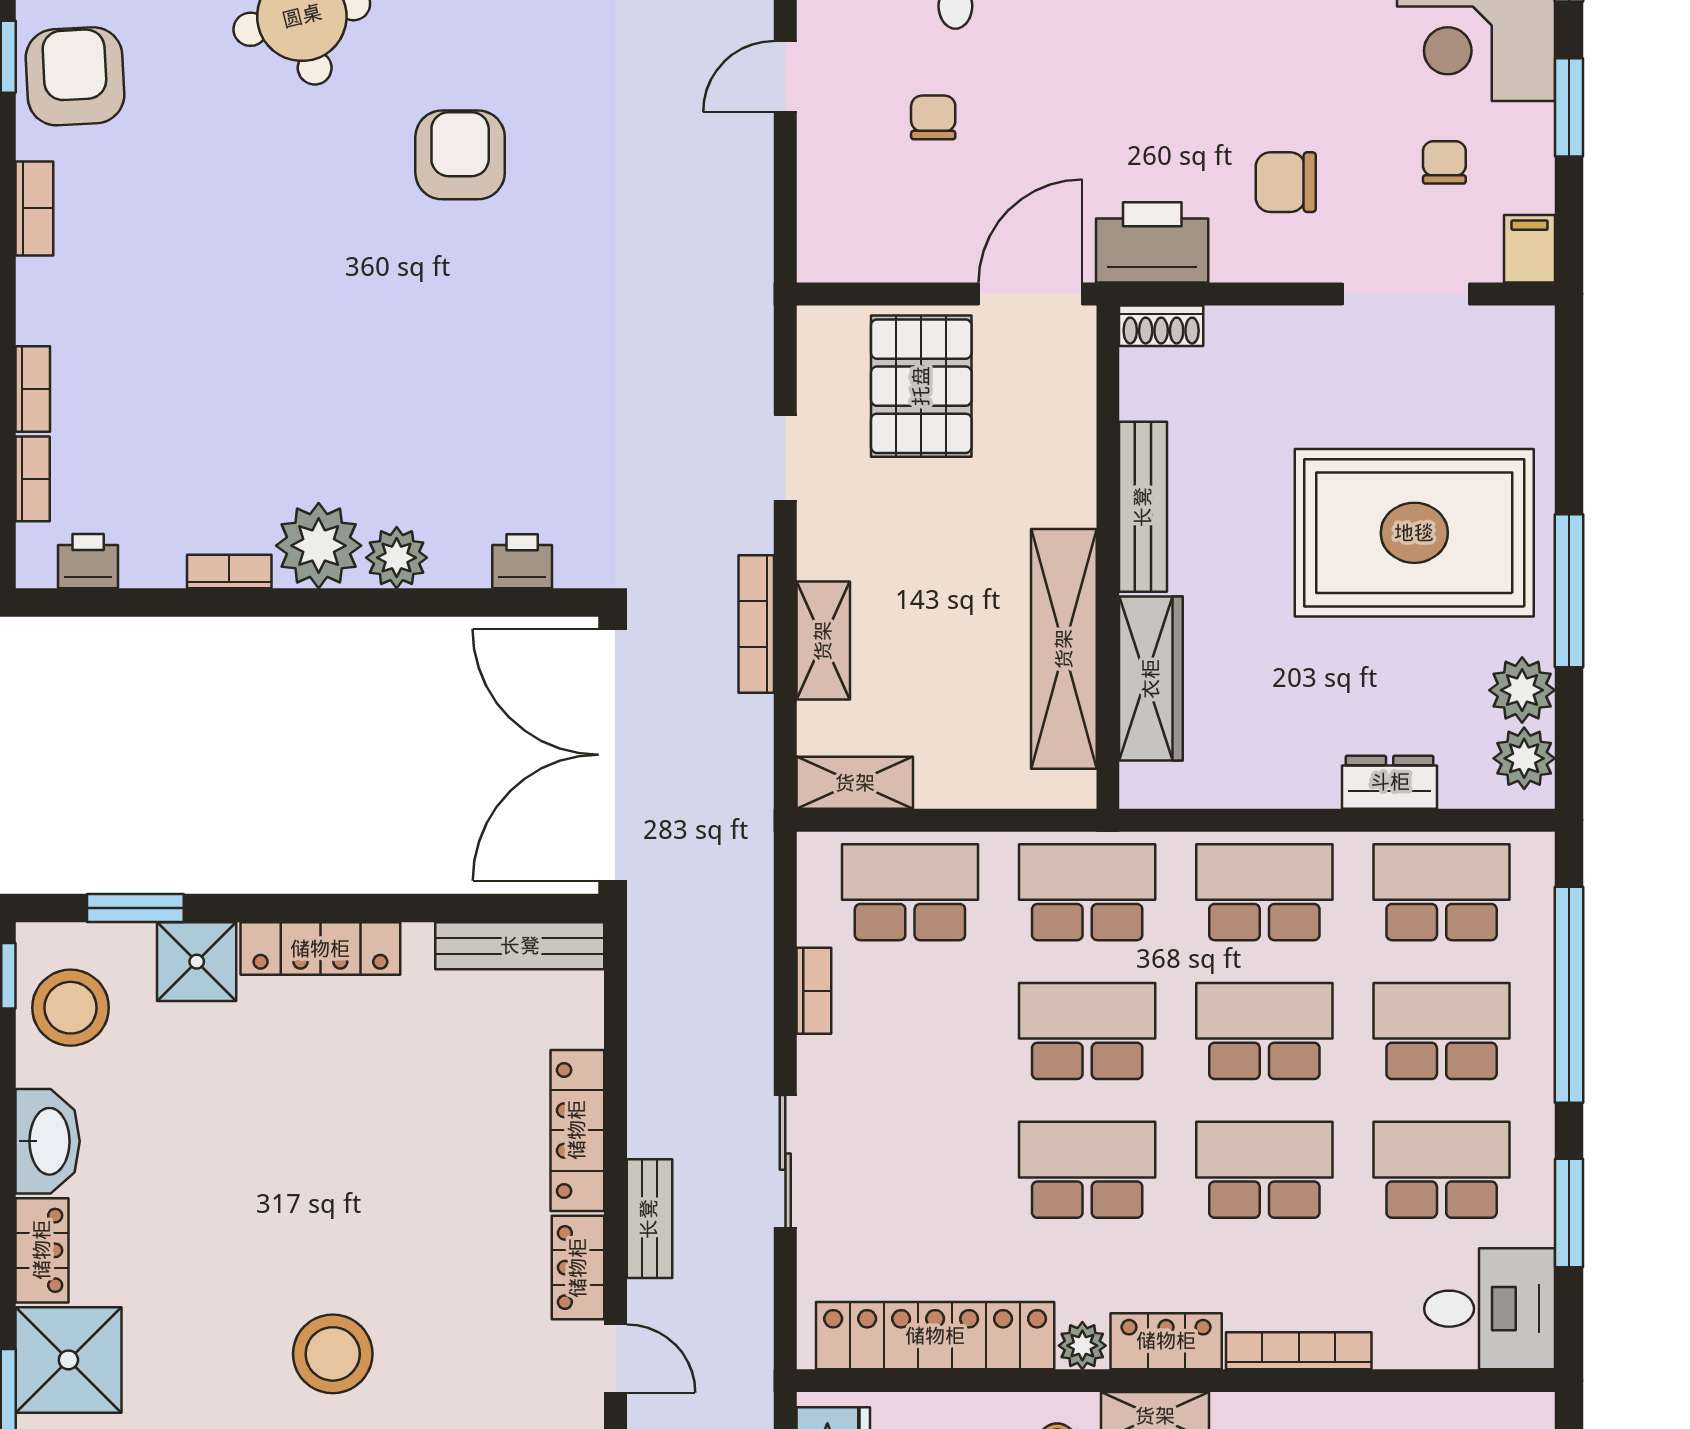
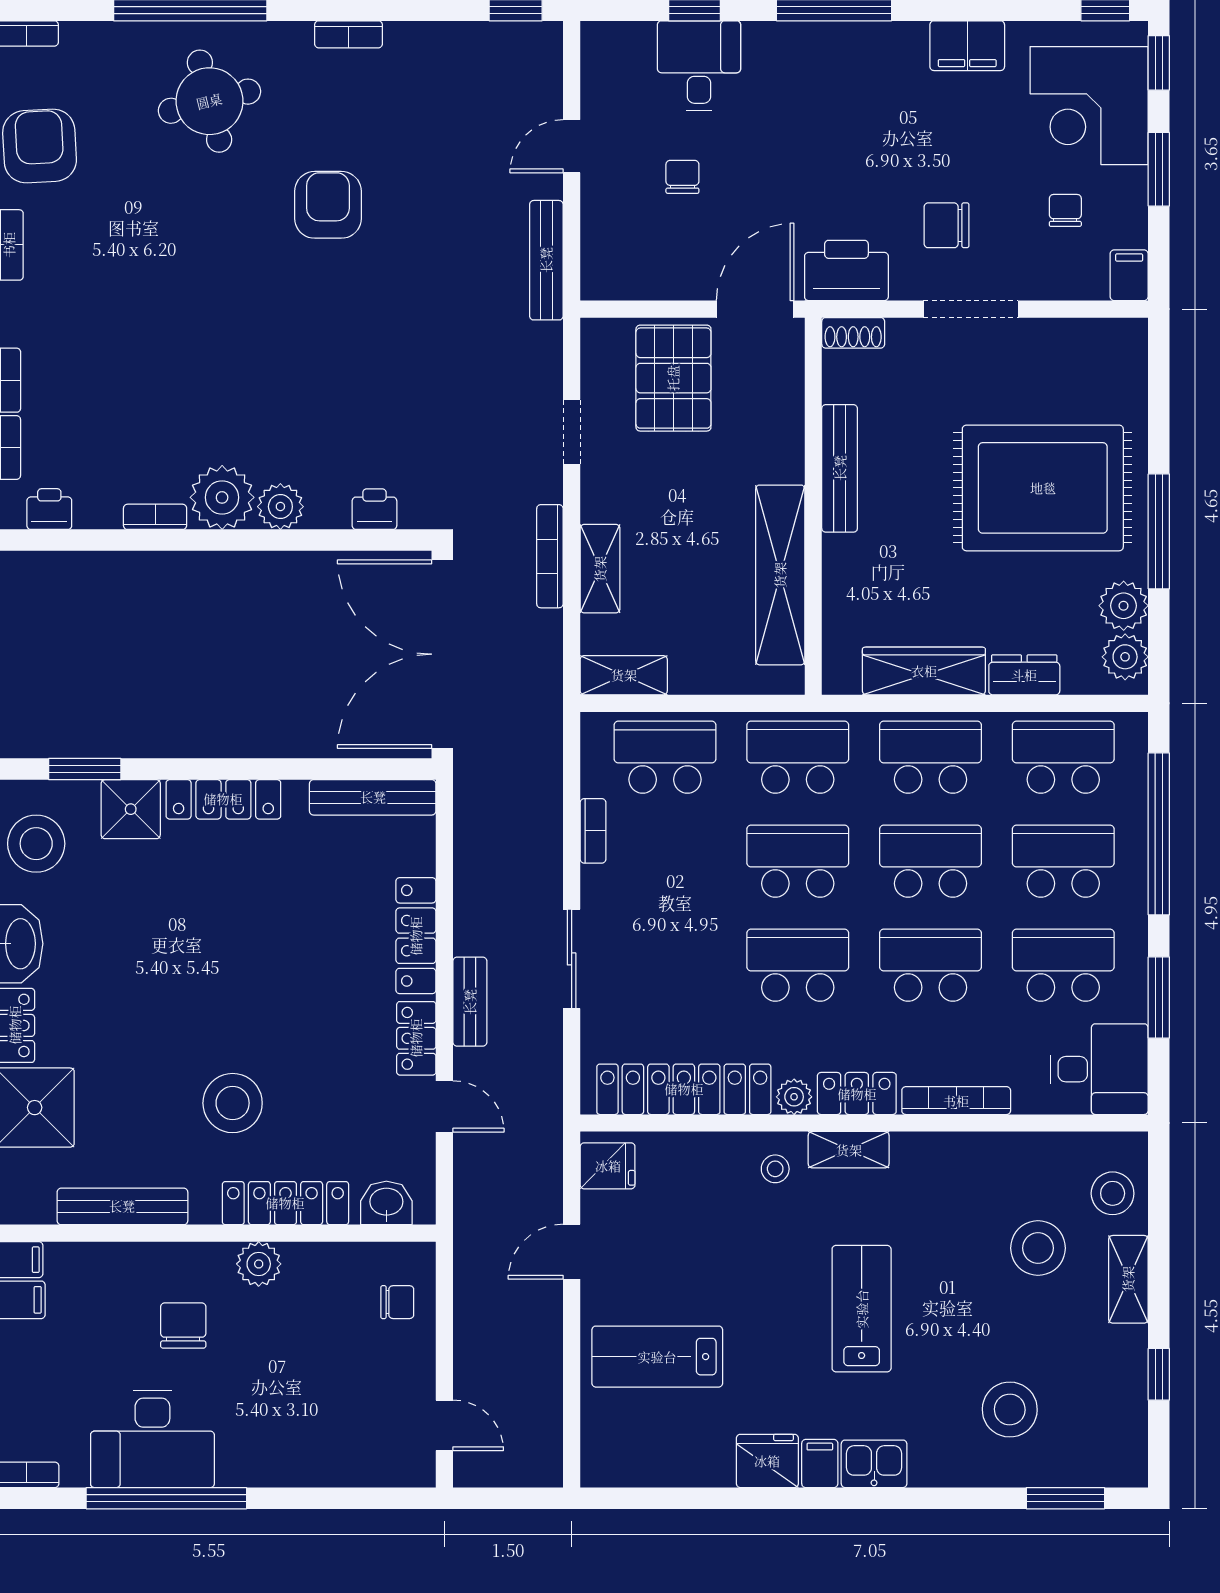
bench: (752, 229) -> (546, 260), added
doorway: (1406, 294) -> (971, 309), moved
wardrobe: (1151, 679) -> (924, 671), moved, turned -90

